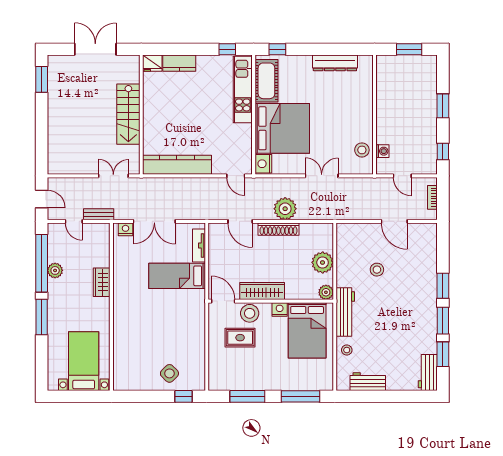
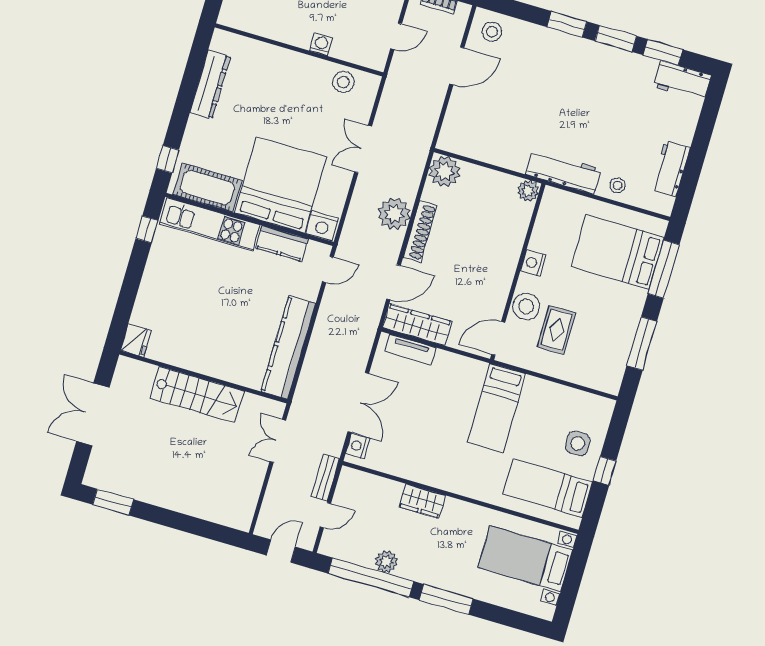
kitchen counter: (179, 63) -> (282, 243), moved, turned 90
washing machine: (382, 151) -> (321, 44), moved
plant: (323, 262) -> (444, 172), moved
stool: (377, 270) -> (492, 32), moved
bed: (177, 276) -> (496, 408), moved
wardrobe: (262, 291) -> (417, 325), moved, turned 90
bed: (307, 330) -> (618, 252), moved, turned 180
bed: (134, 362) -> (548, 488), added
side table: (169, 373) -> (578, 443), turned 45
window: (183, 396) -> (605, 471), moved

